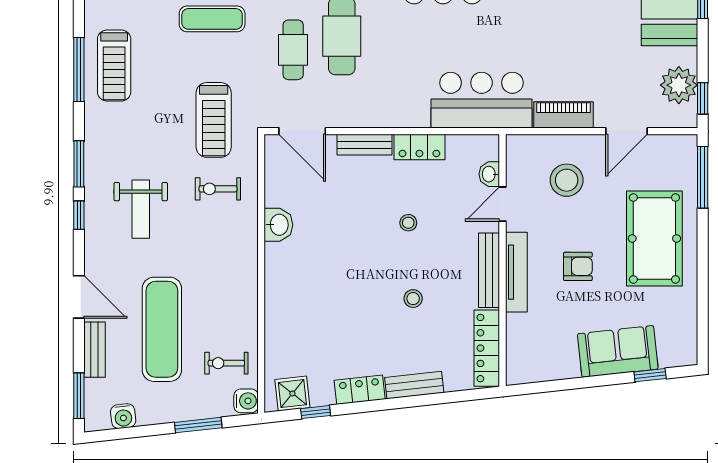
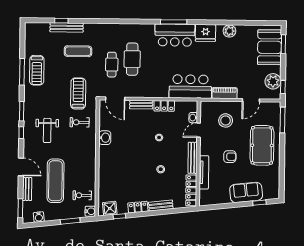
treadmill: (214, 120) -> (78, 93), turned 180
tv unit: (516, 272) -> (204, 172), moved

